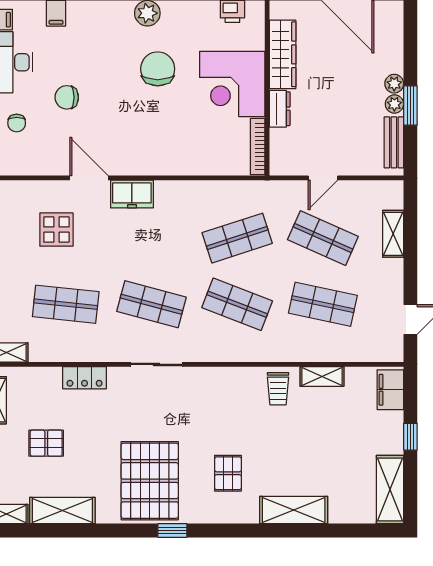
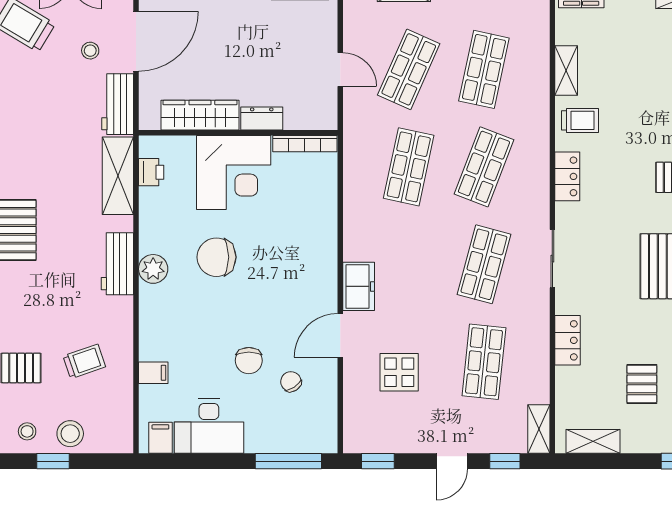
chair: (17, 123) -> (291, 382), moved, turned -123
shop shelf: (237, 238) -> (409, 167), turned 30
locker: (229, 378) -> (567, 176), added

